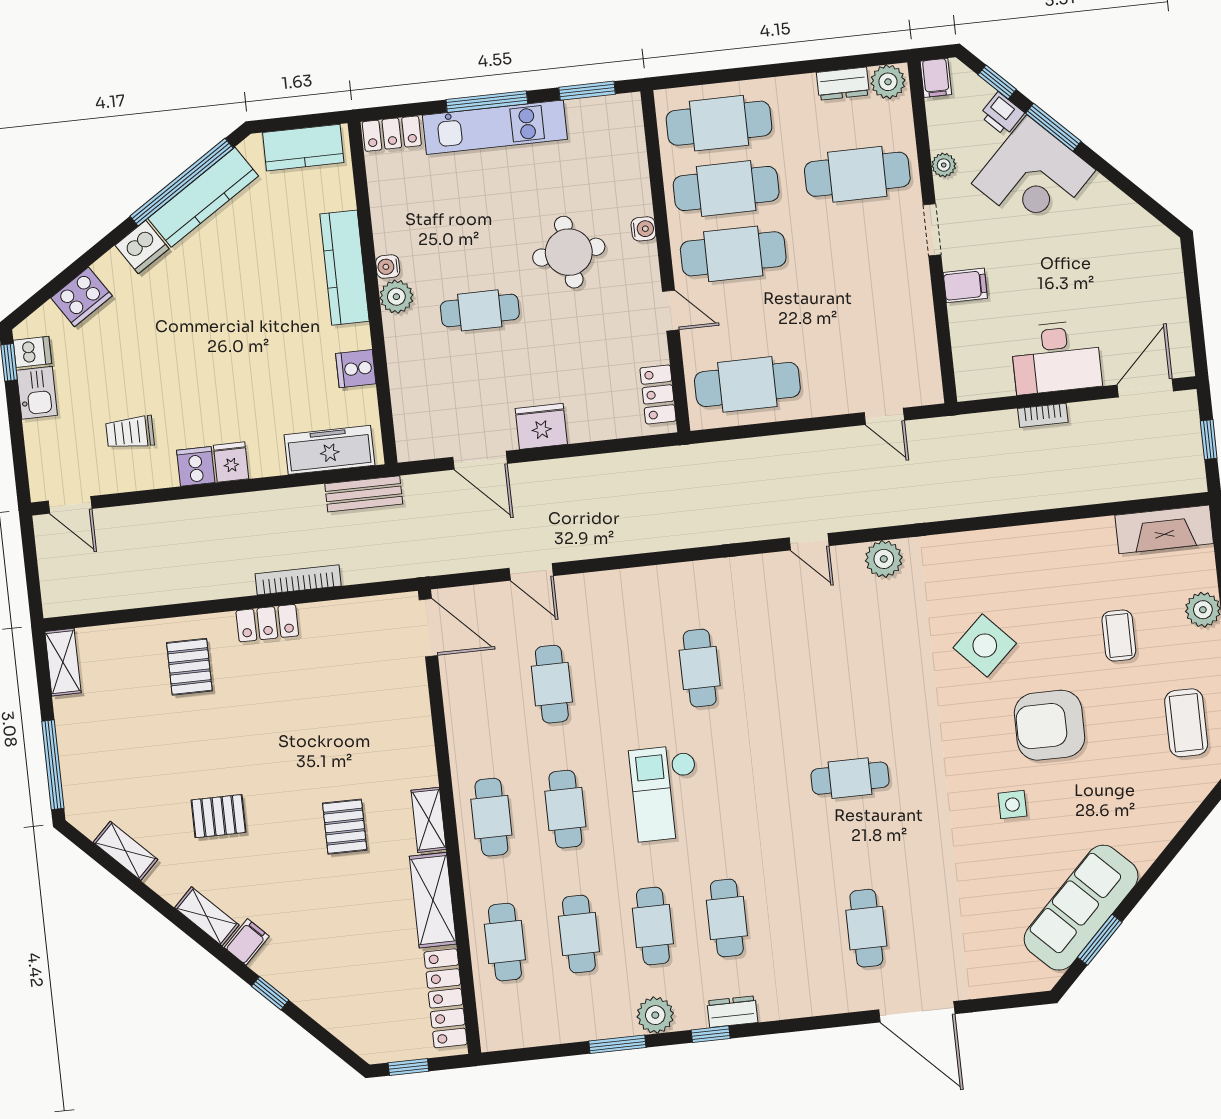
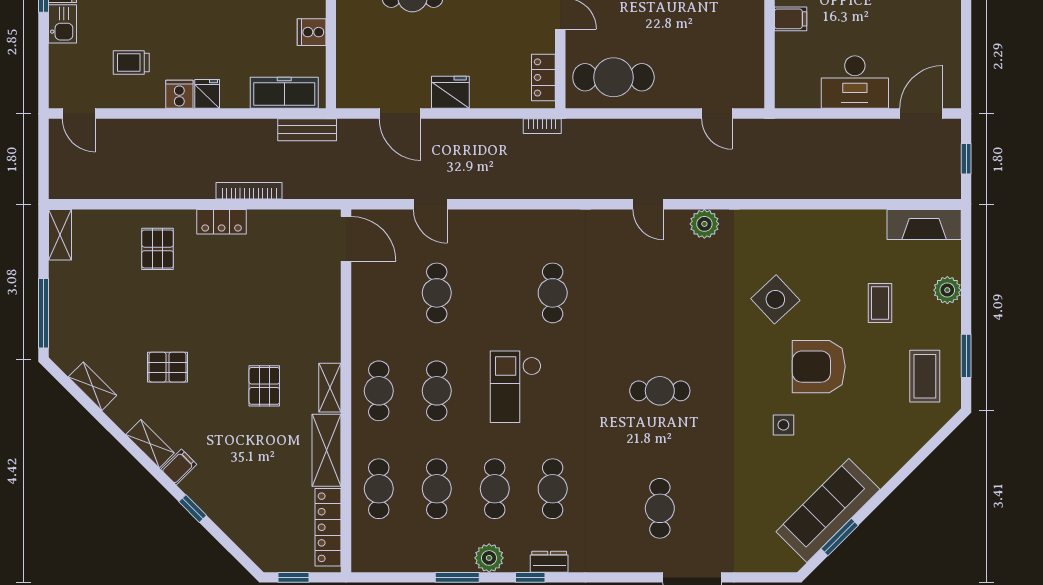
bookcase: (1043, 415) -> (542, 126), moved

